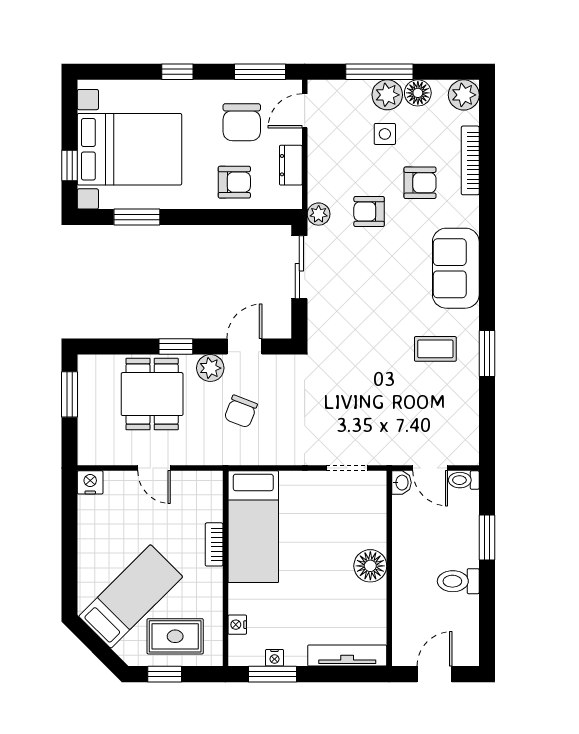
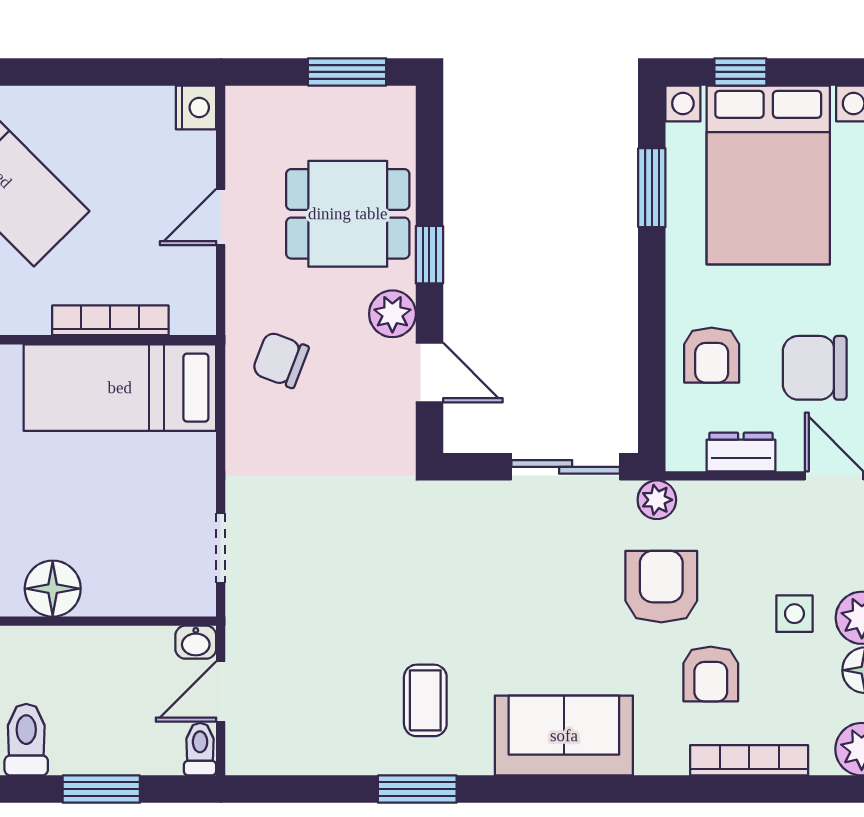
armchair: (369, 212) -> (661, 587), width x1.38, depth x1.38
chair: (241, 411) -> (280, 360), moved
bookcase: (214, 544) -> (110, 320), width x1.56

